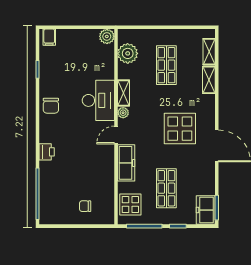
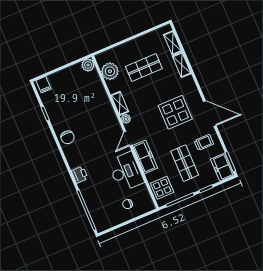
shop shelf: (166, 65) -> (144, 68), turned 90
desk: (98, 100) -> (126, 172), moved
trolley: (197, 175) -> (204, 142), added

